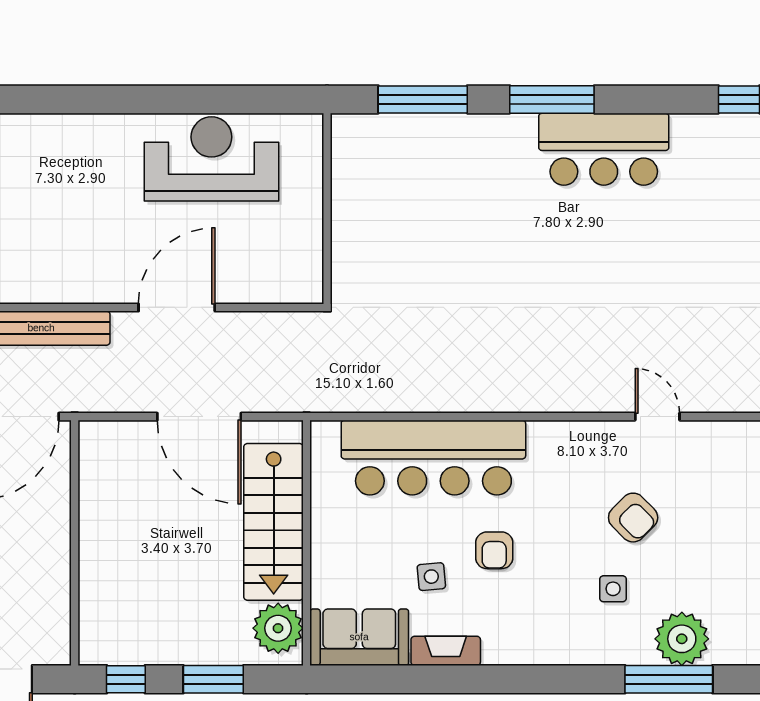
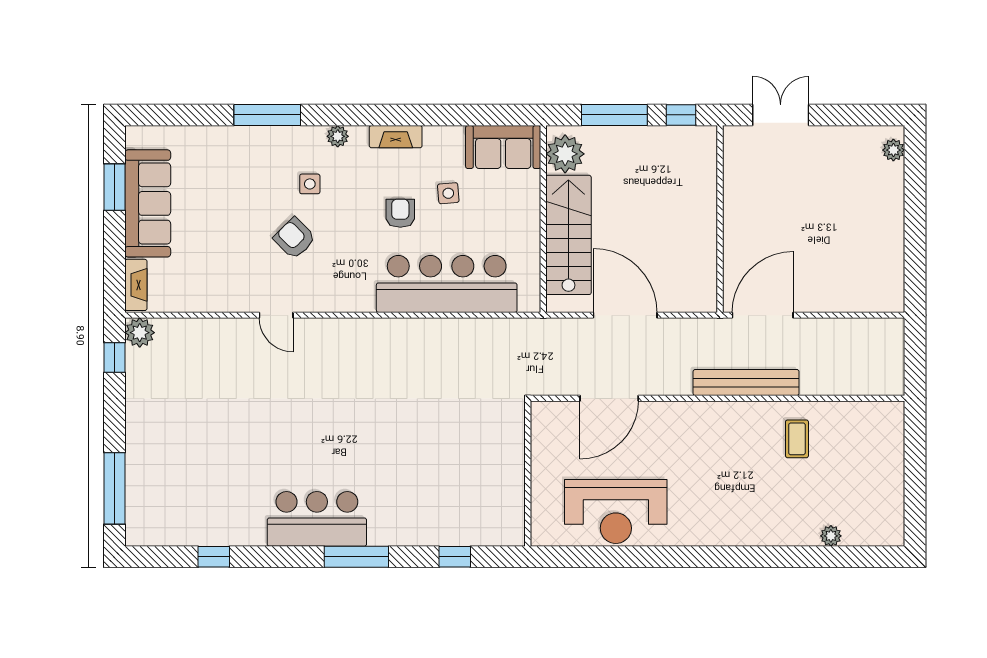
window: (423, 99) -> (455, 557), width x0.46
door: (177, 307) -> (609, 398), moved
plant: (682, 639) -> (338, 136), moved, width x0.53, depth x0.53
fireplace: (446, 651) -> (396, 137), moved
window: (213, 679) -> (614, 115), width x1.44

